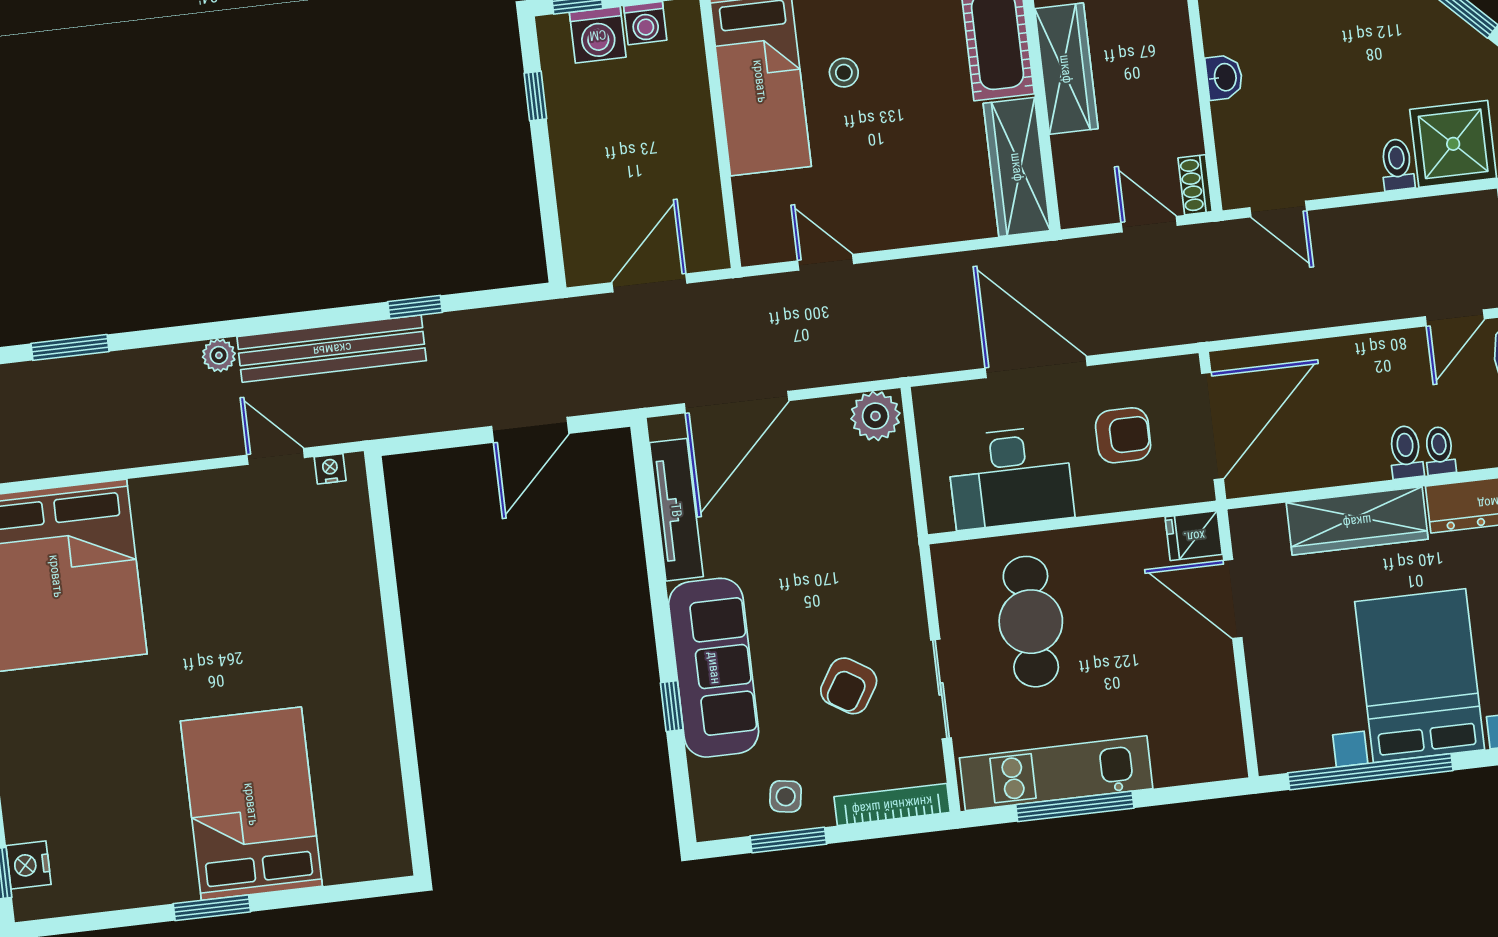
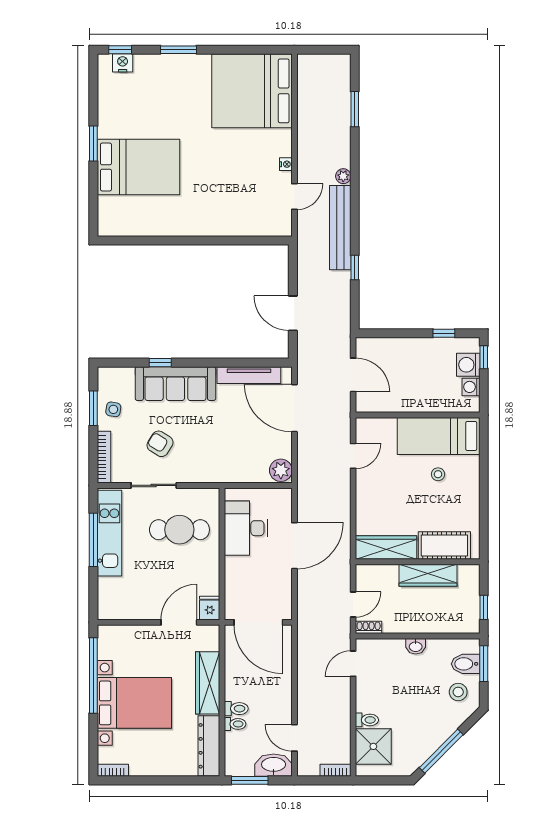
armchair: (1123, 435) -> (259, 581), removed
nightstand: (330, 469) -> (286, 164), moved

